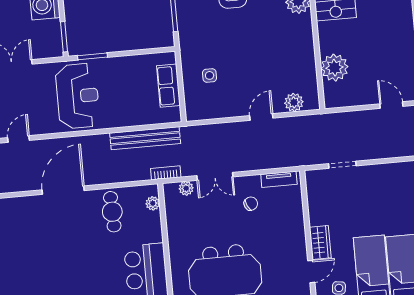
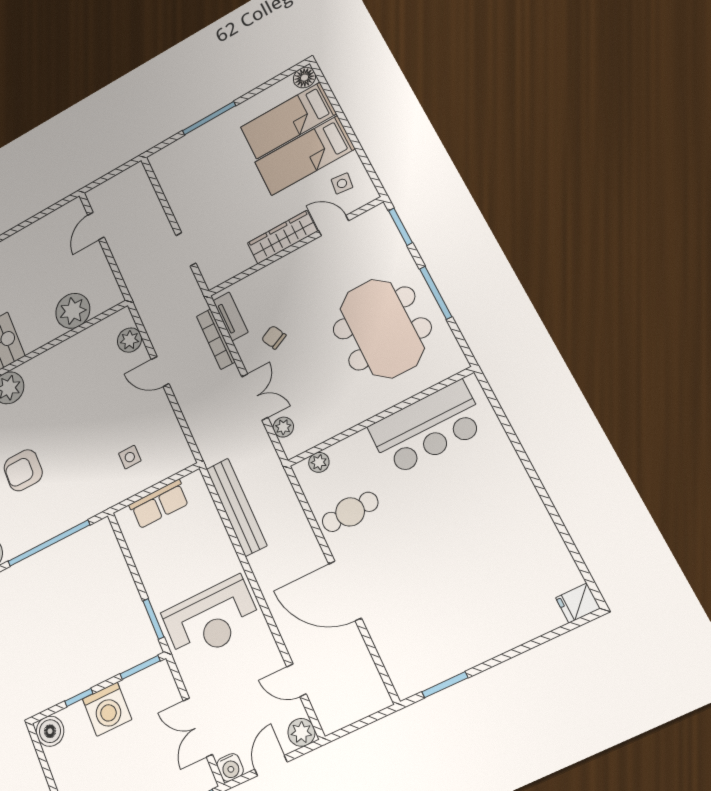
reception desk: (78, 96) -> (211, 619), turned 180
bookcase: (166, 173) -> (216, 339), moved, width x1.56
wardrobe: (320, 243) -> (282, 237), width x1.50

